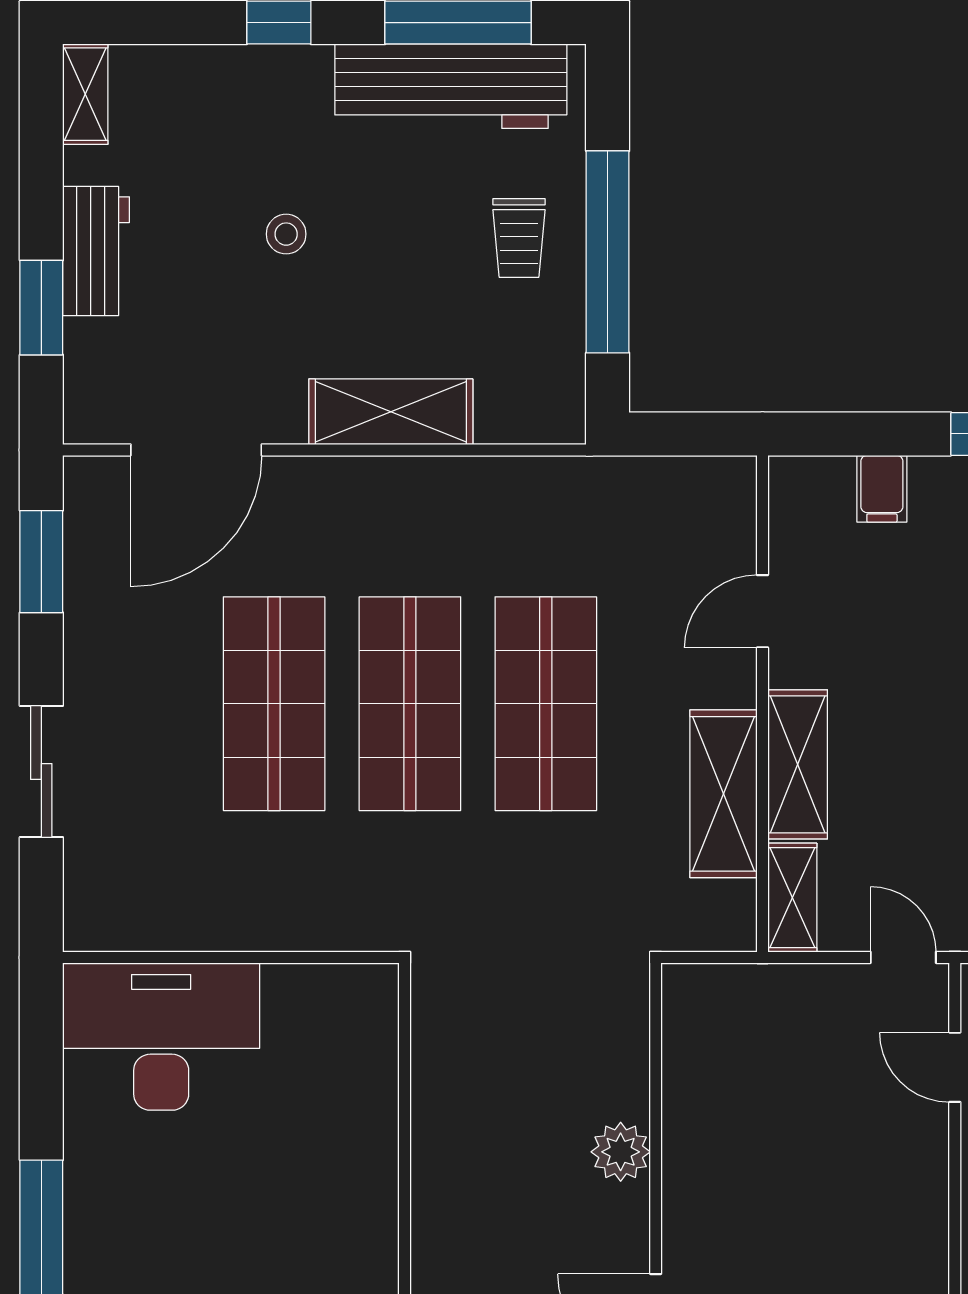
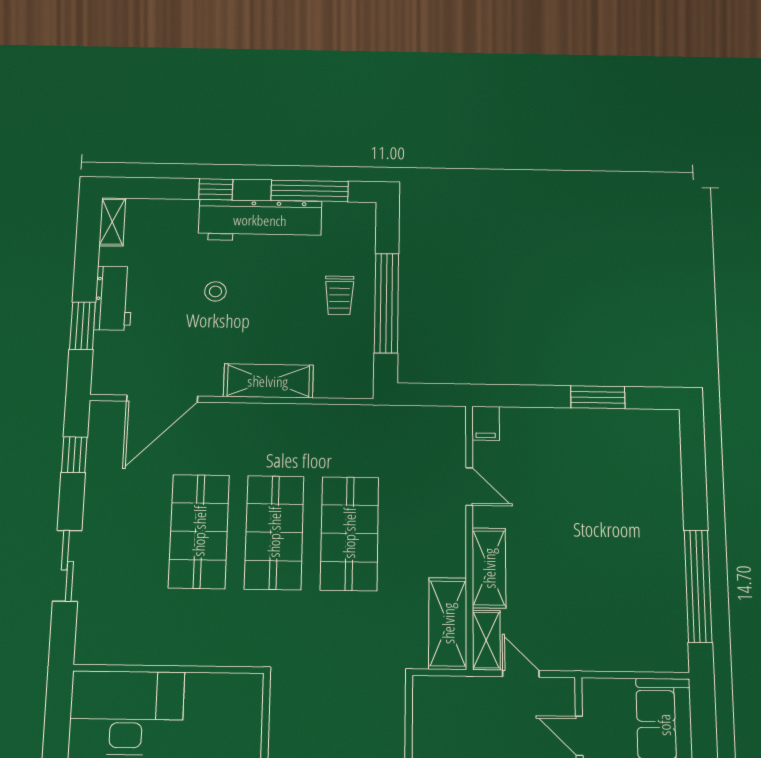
workbench: (451, 86) -> (260, 220), moved
filing cabinet: (882, 489) -> (486, 423), moved
window: (41, 562) -> (74, 455), width x0.67
door: (762, 611) -> (469, 486), swing flipped
shelving: (724, 794) -> (448, 623), moved
door: (903, 957) -> (521, 674), moved

